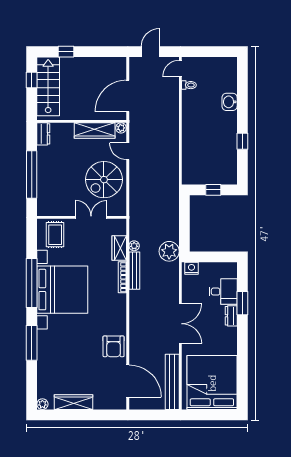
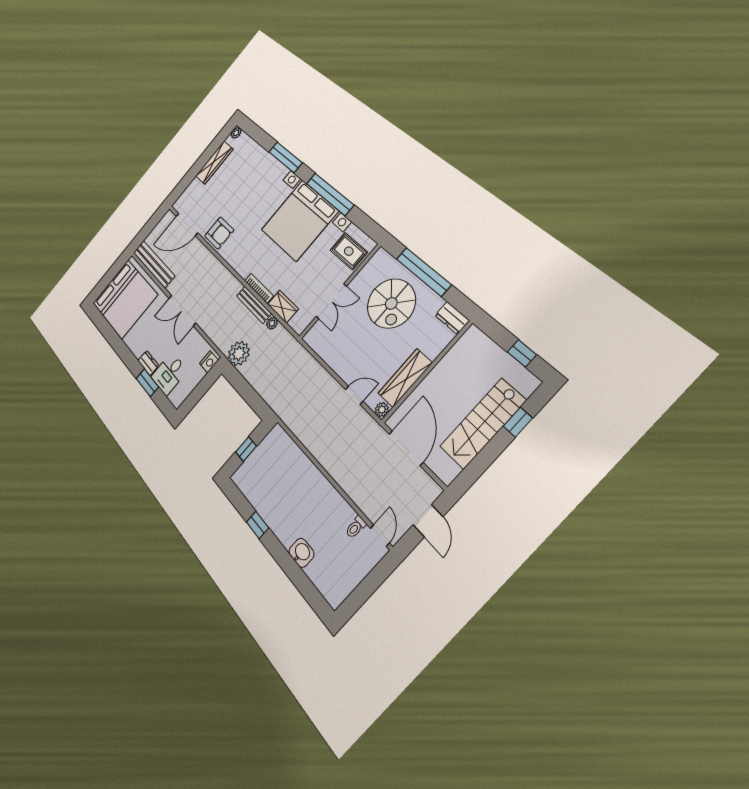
stairs: (48, 86) -> (483, 423), moved, turned 90
spiral stairs: (104, 180) -> (391, 303), moved, turned 180
armchair: (114, 346) -> (219, 233), turned 180

